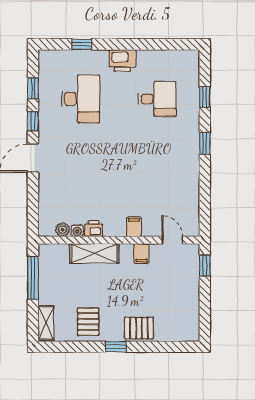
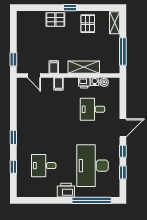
window: (82, 44) -> (92, 200), width x3.17
desk: (81, 99) -> (93, 166), width x1.36, depth x1.30
desk: (81, 187) -> (93, 109), added

